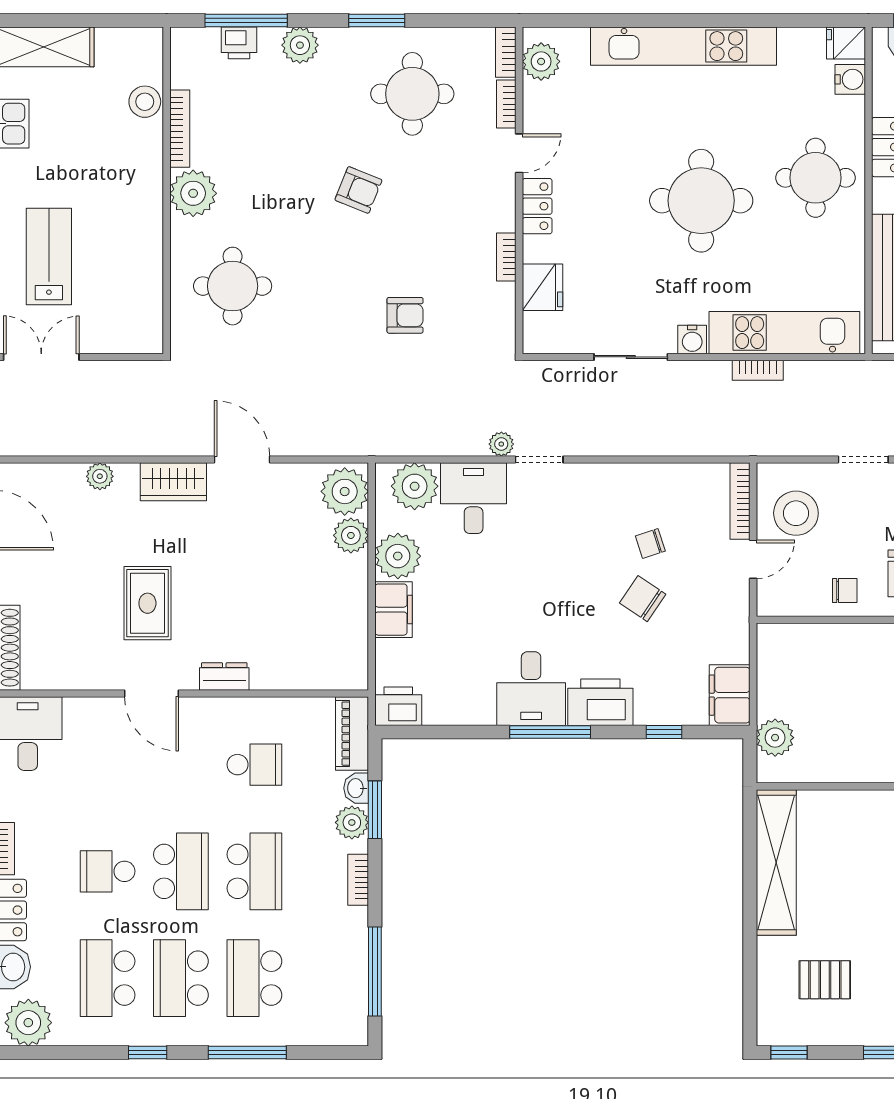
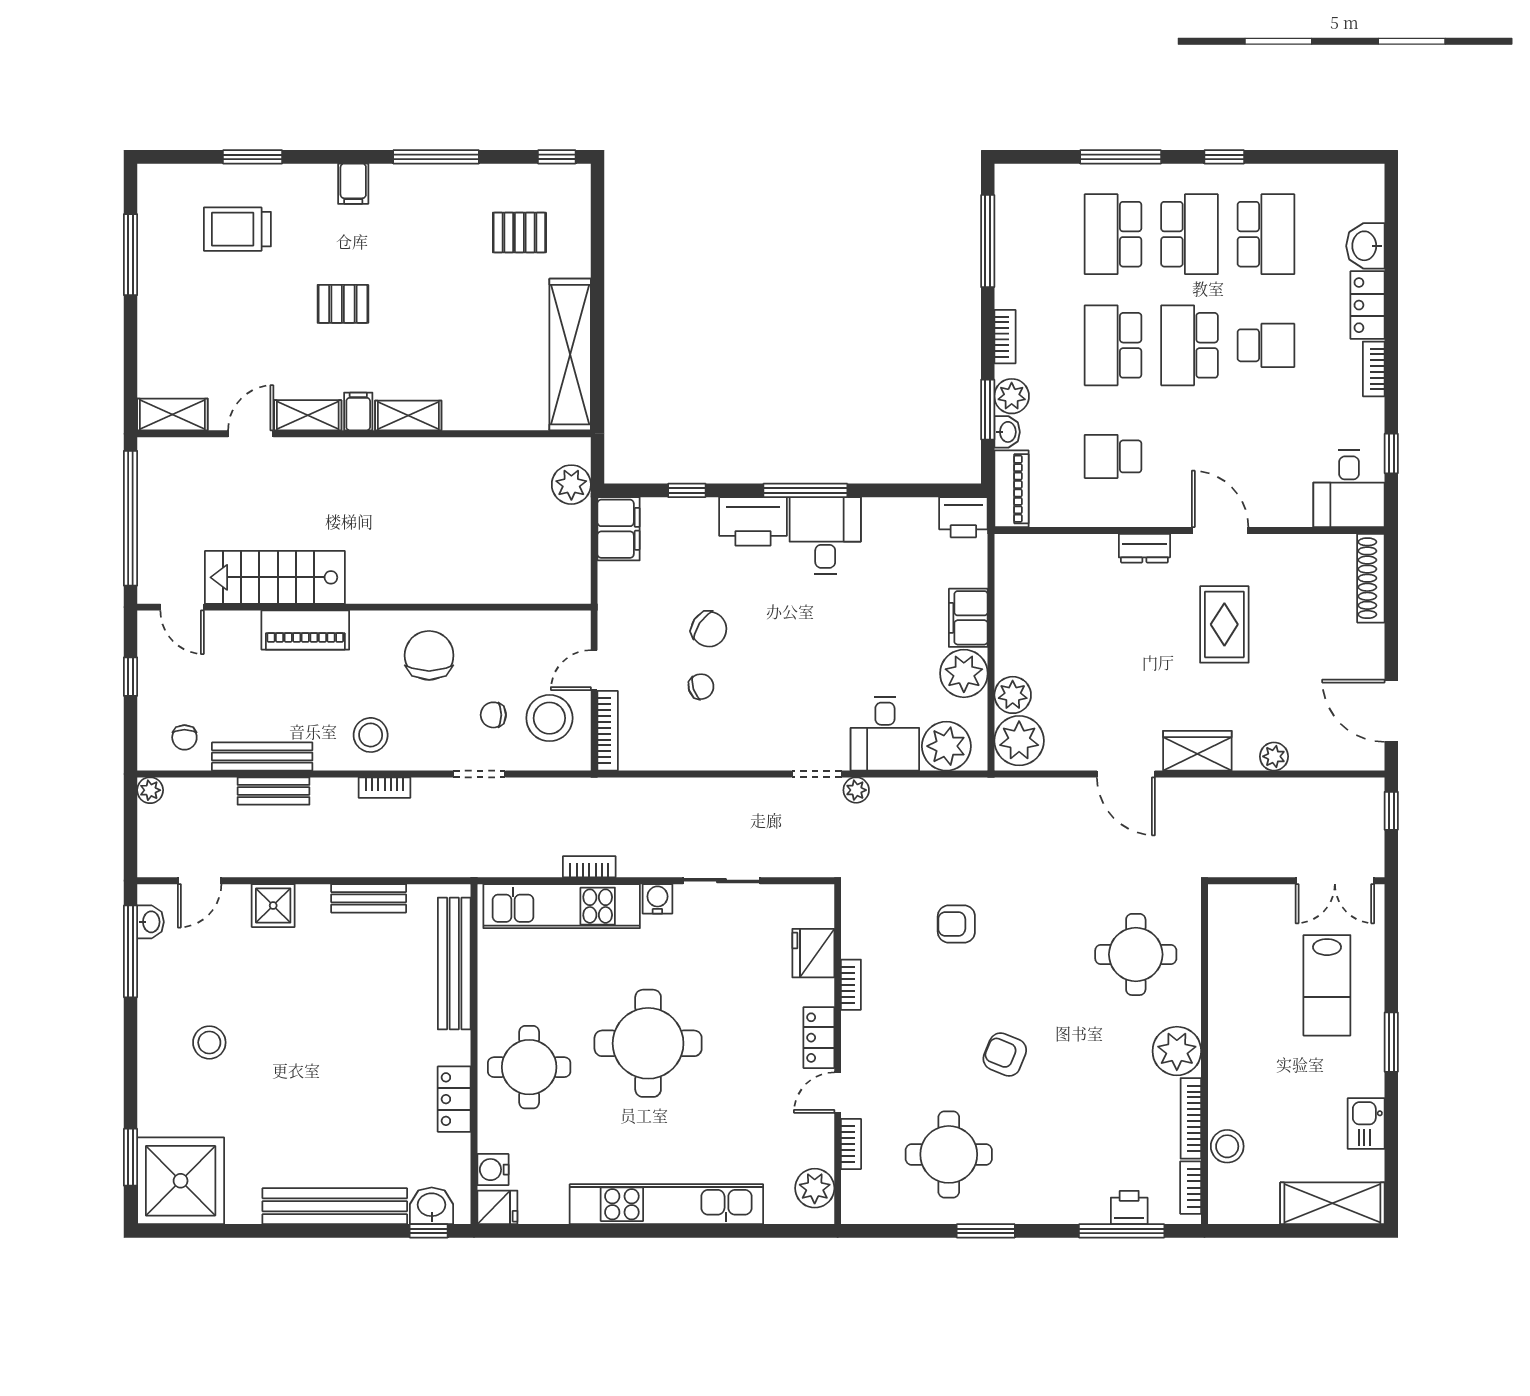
plant: (300, 45) -> (1066, 1205), removed
bookcase: (506, 52) -> (1191, 1188), moved, turned 180
chair: (845, 590) -> (493, 715), moved
school desk: (254, 978) -> (1113, 234), turned 180
plant: (28, 1023) -> (1348, 188), removed

